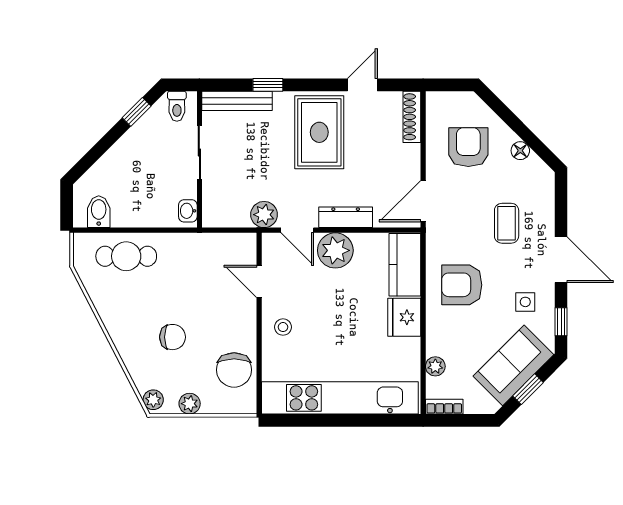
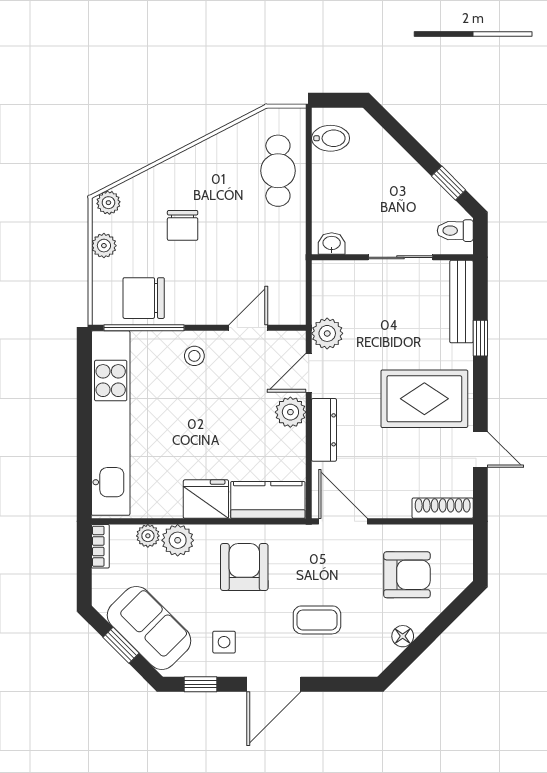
plant: (335, 250) -> (290, 412), width x0.73, depth x0.73
plant: (439, 341) -> (178, 540), added
window: (259, 370) -> (144, 328), added

